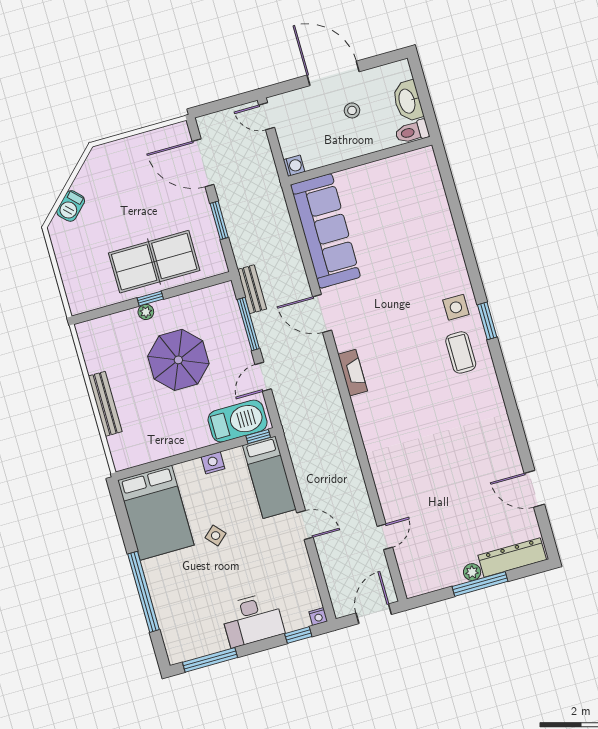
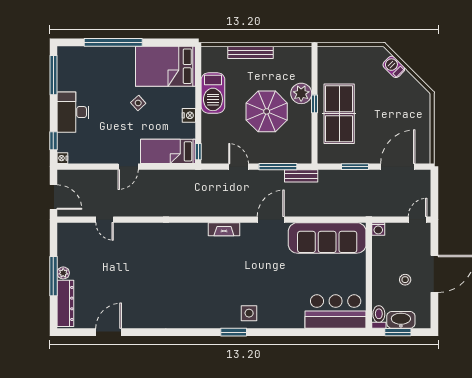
window: (425, 100) -> (398, 332), added
bar counter: (421, 192) -> (336, 312), added
plant: (146, 312) -> (301, 93), width x1.88, depth x1.88
coffee table: (461, 352) -> (217, 308), removed
barbecue: (238, 421) -> (213, 93), moved

